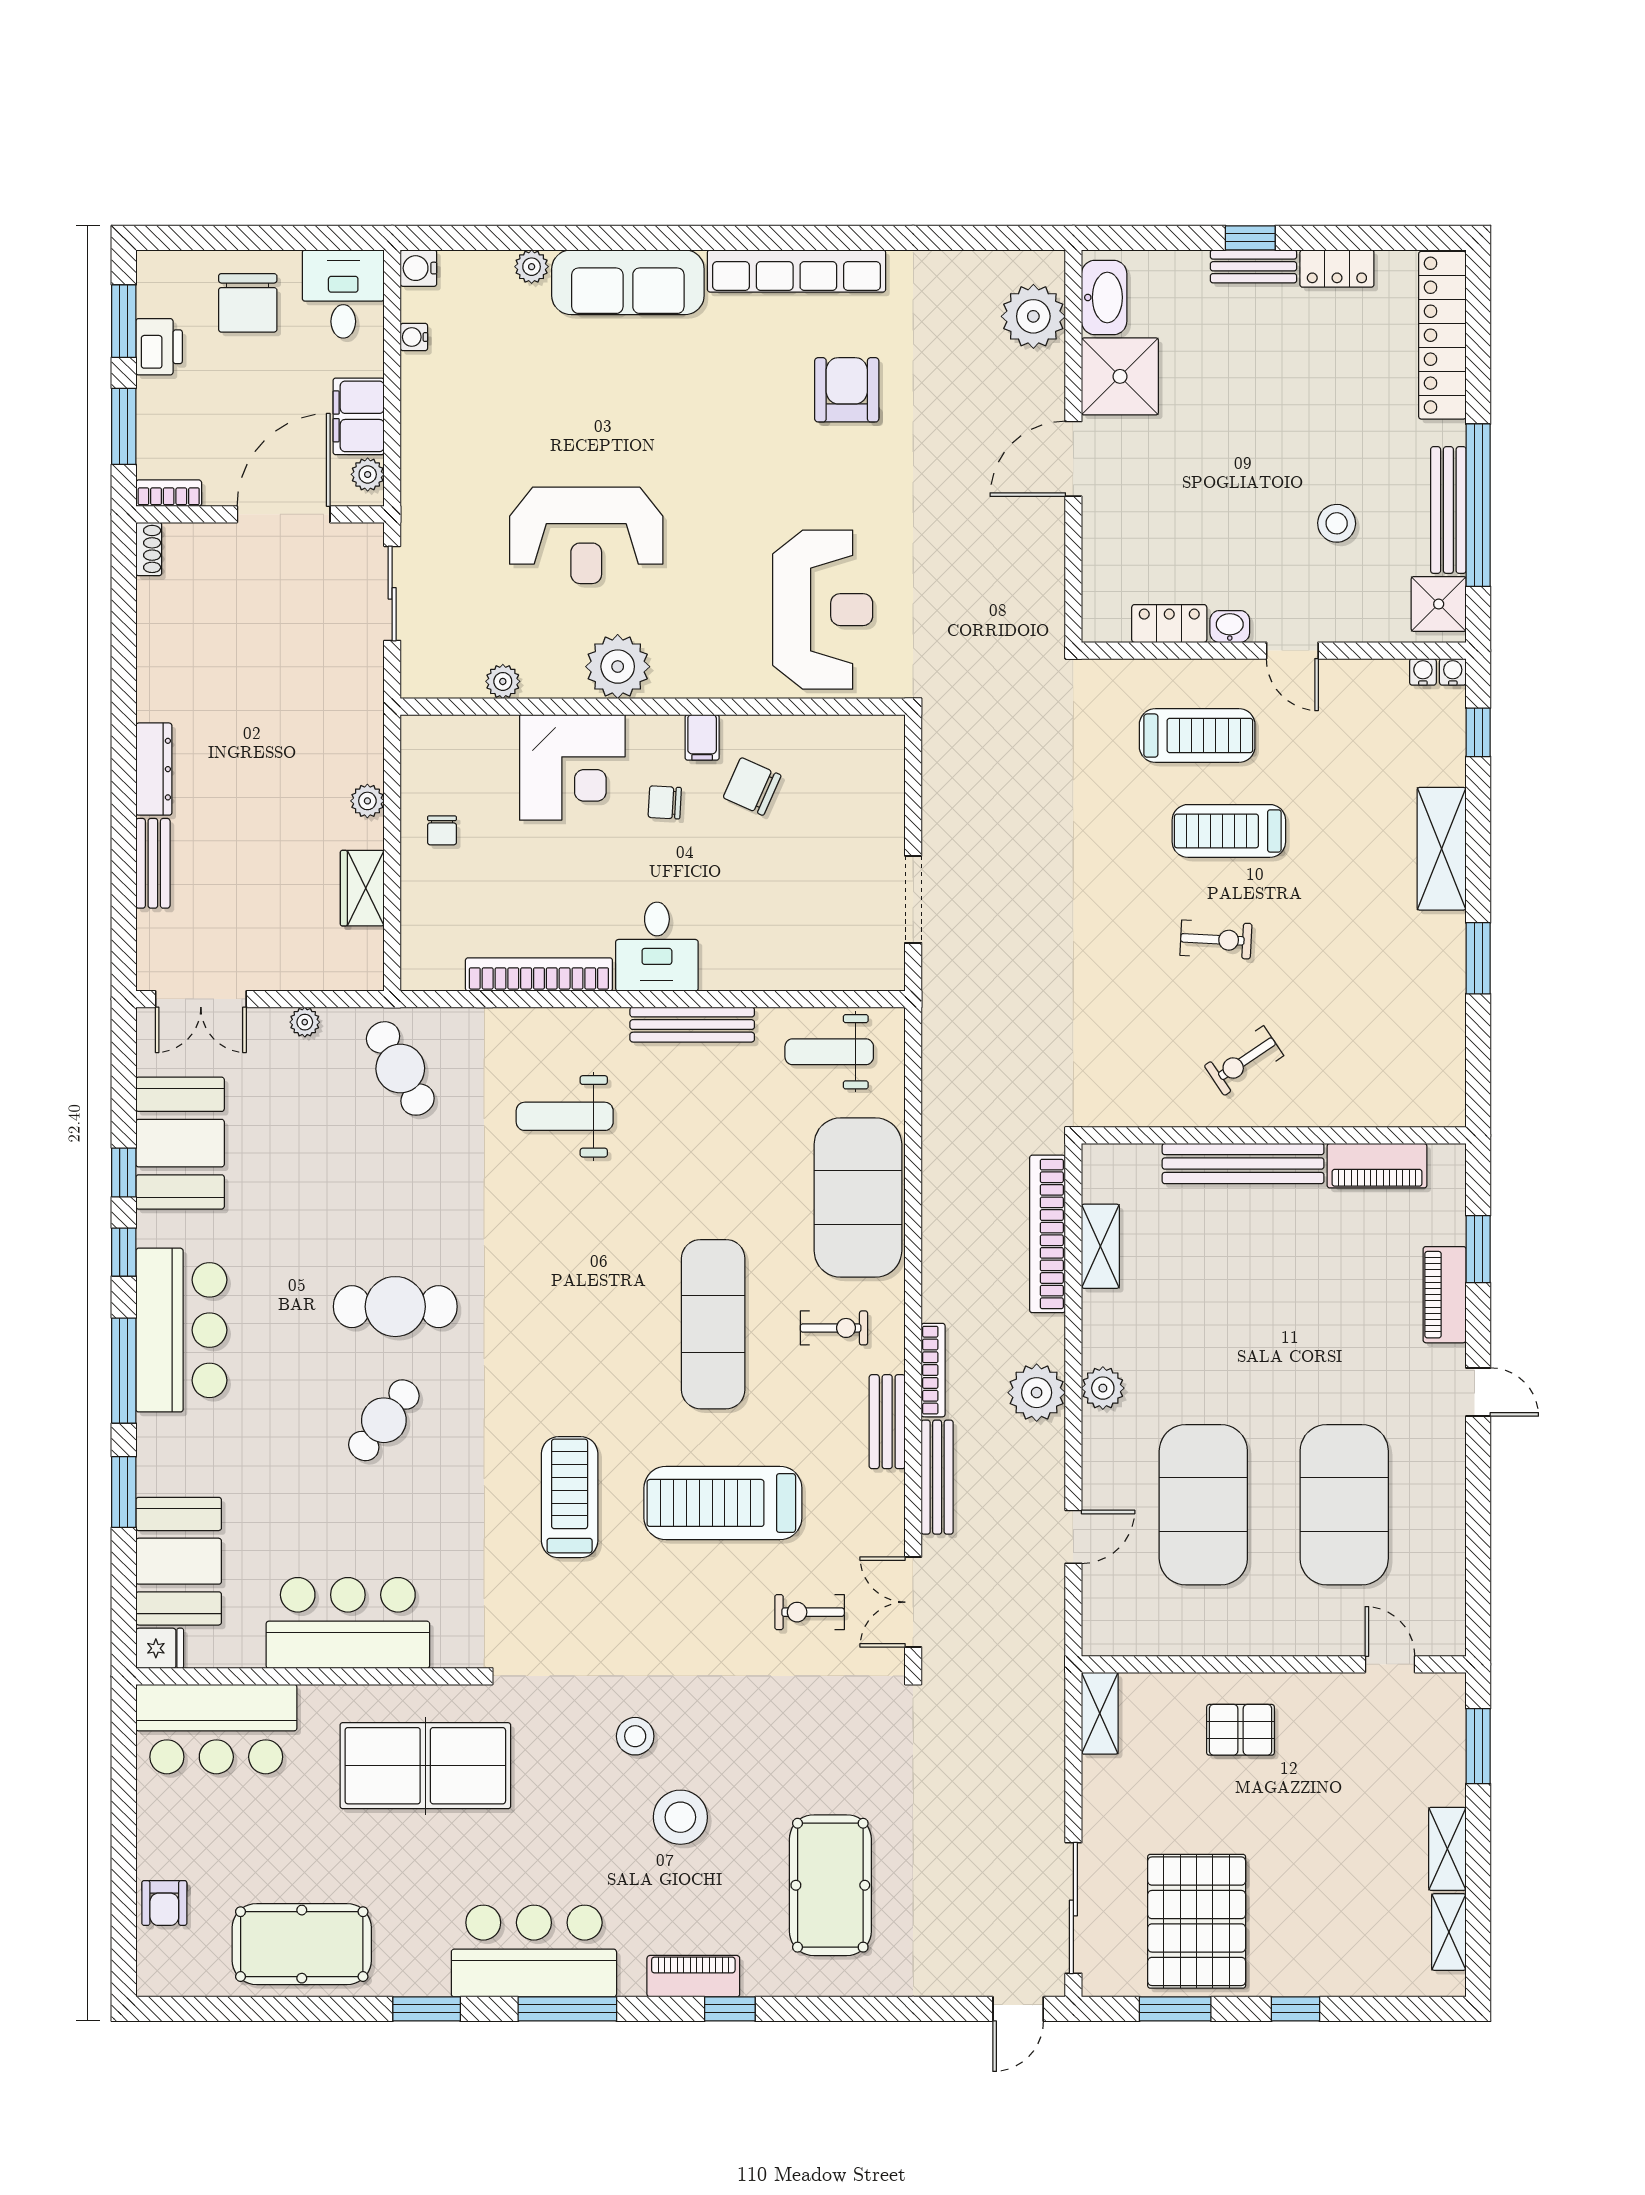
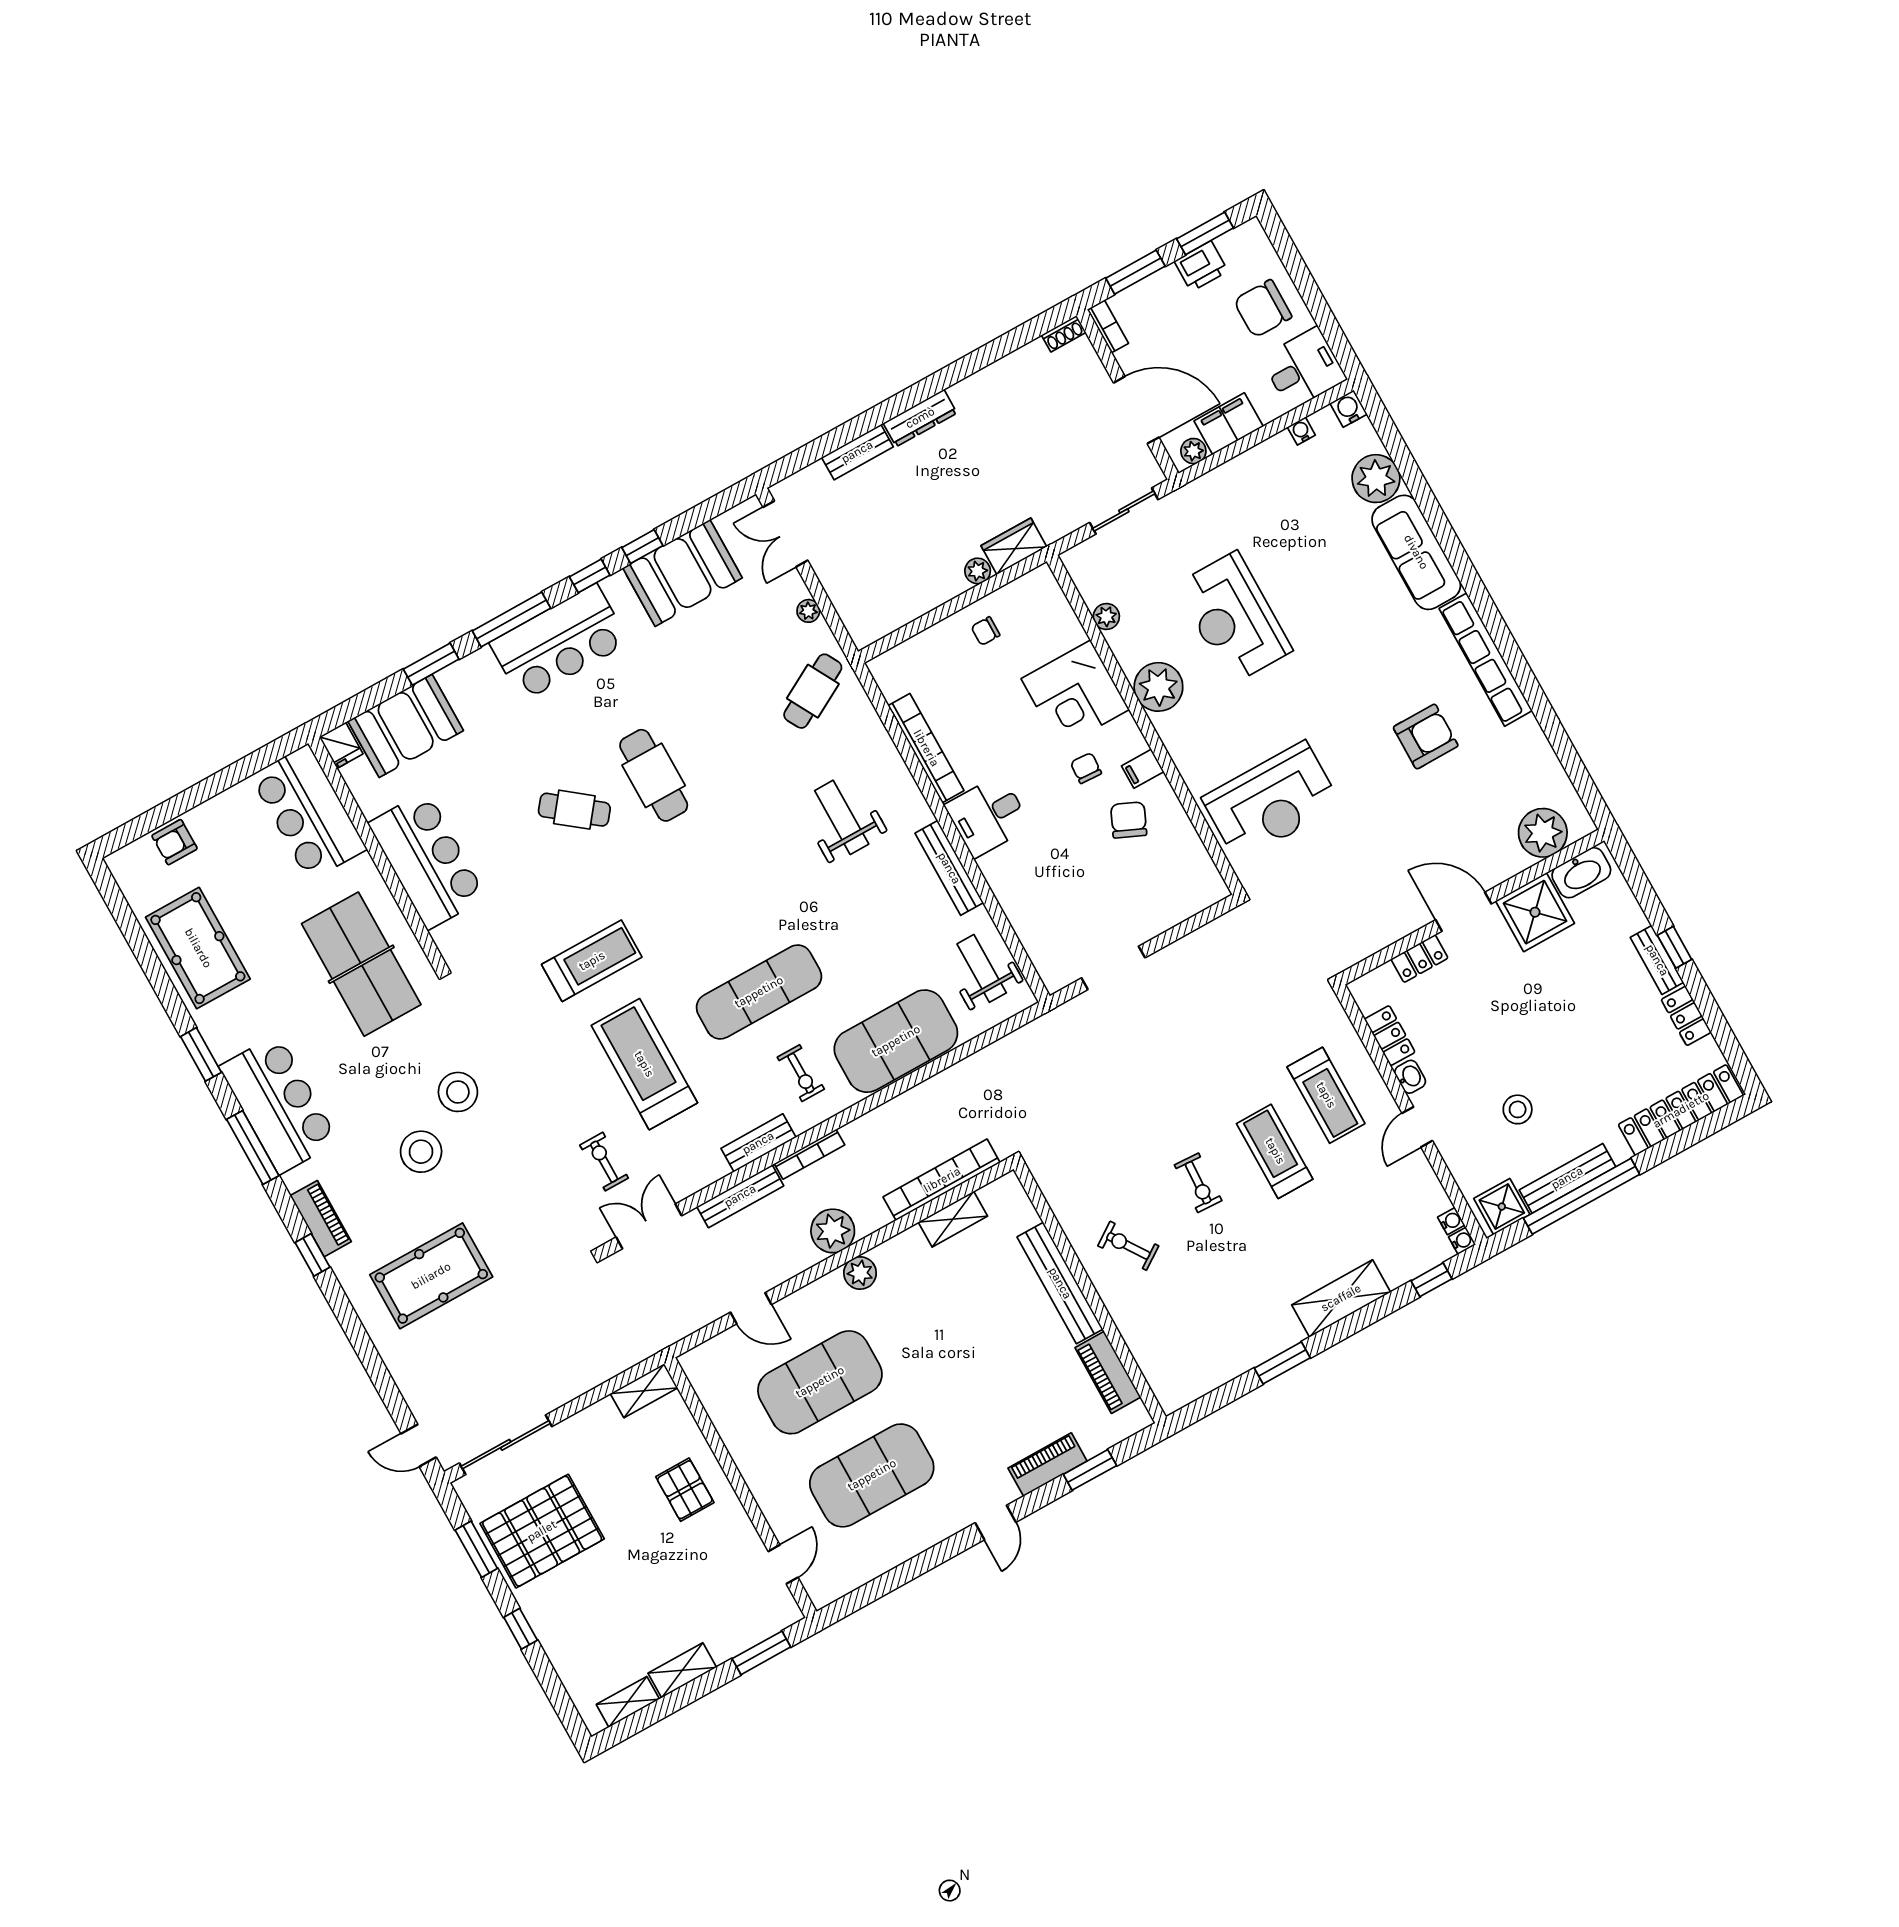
plant: (532, 267) -> (1376, 479), width x1.88, depth x1.88
locker: (1099, 540) -> (1420, 959), added
wardrobe: (362, 888) -> (1014, 546), moved
stool: (635, 1736) -> (458, 1092), width x1.38, depth x1.38

